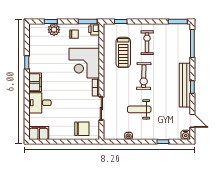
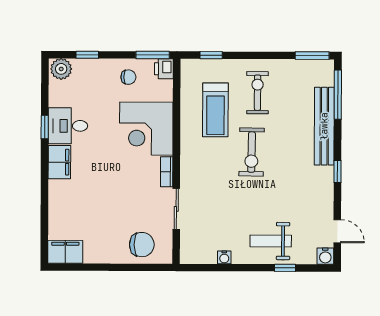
plant: (54, 30) -> (61, 69), moved
bench: (185, 85) -> (324, 126), moved
desk: (40, 103) -> (68, 126), moved
weight bench: (139, 109) -> (271, 241), moved

